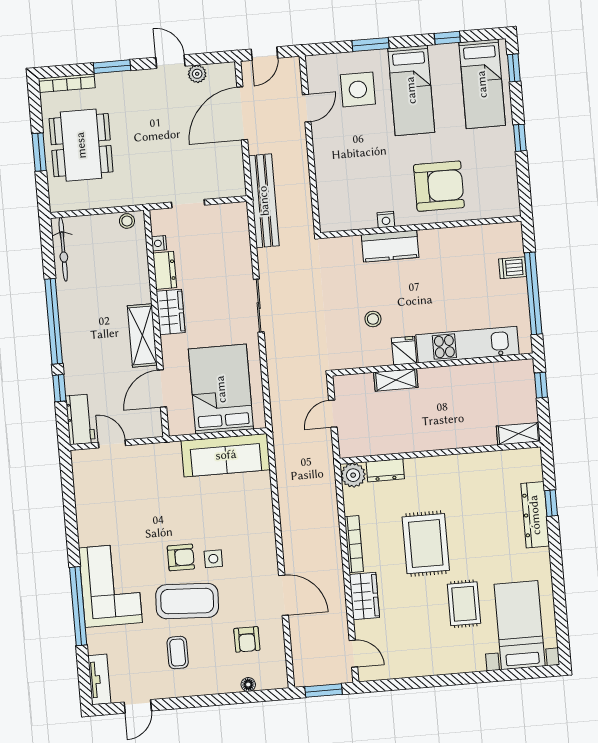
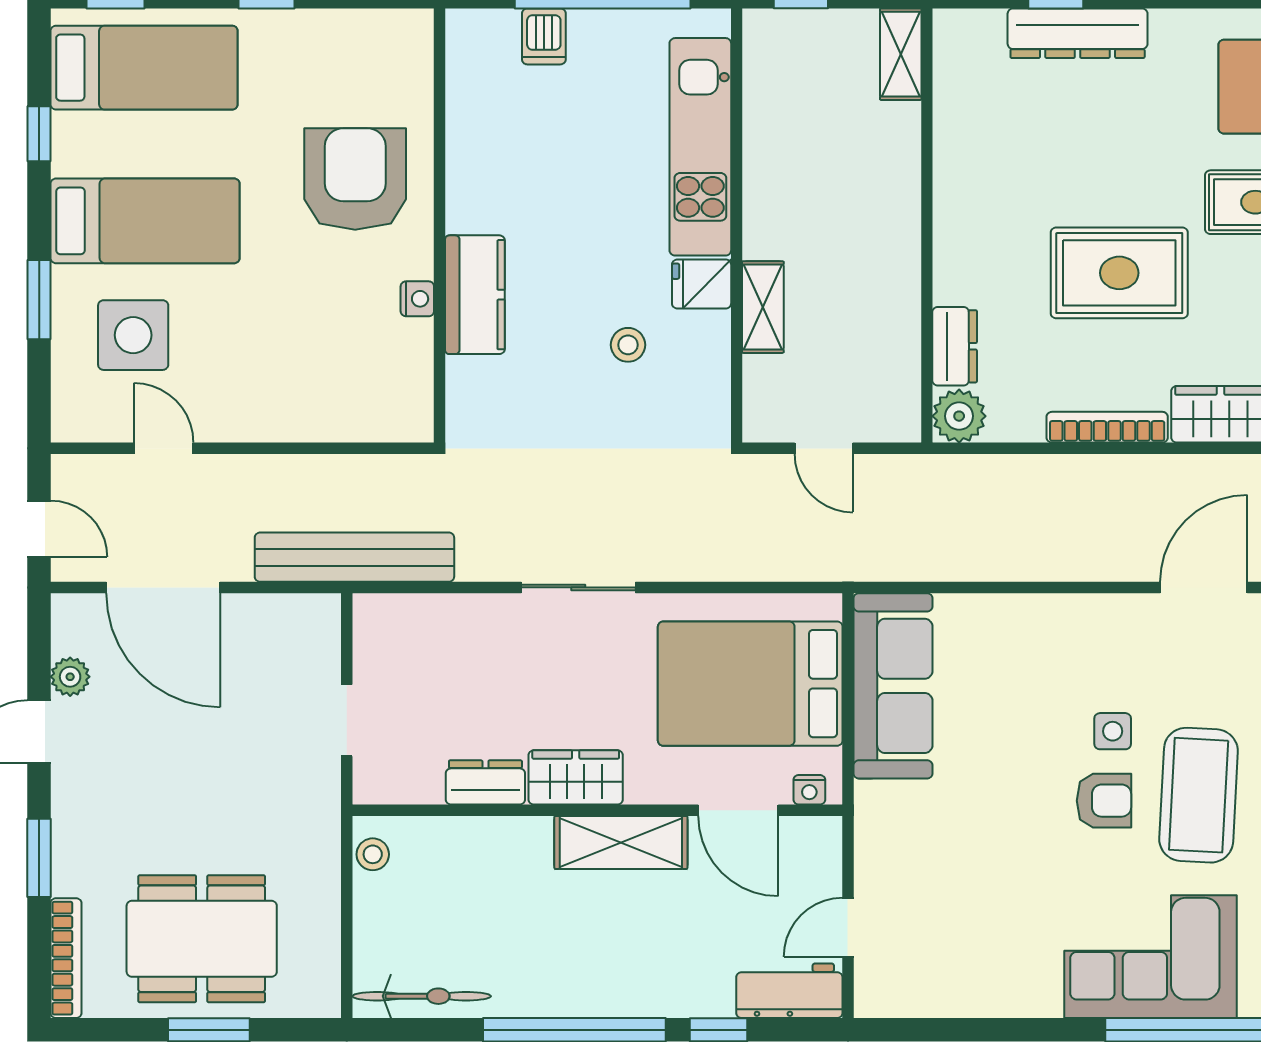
nightstand: (159, 243) -> (809, 790), moved
armchair: (181, 557) -> (1104, 801), turned 90

